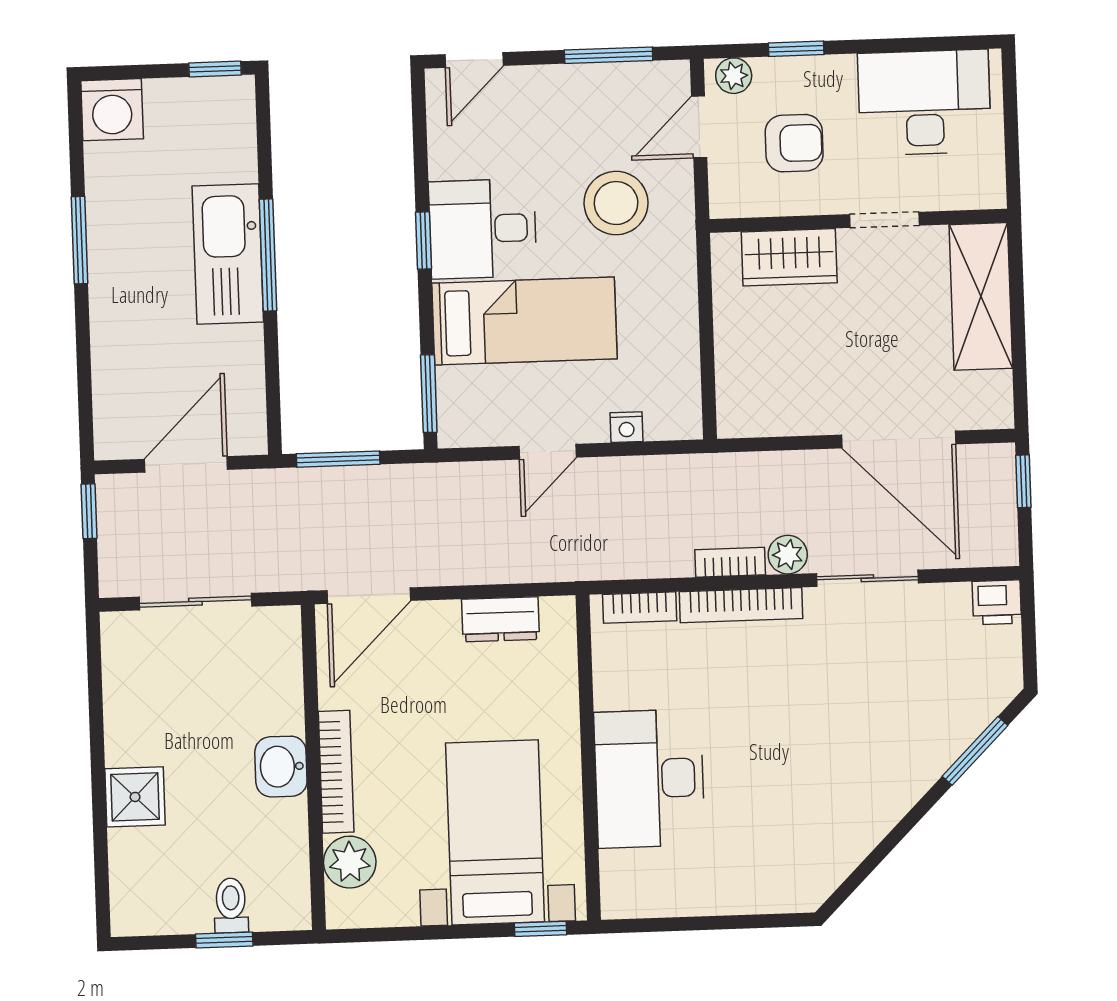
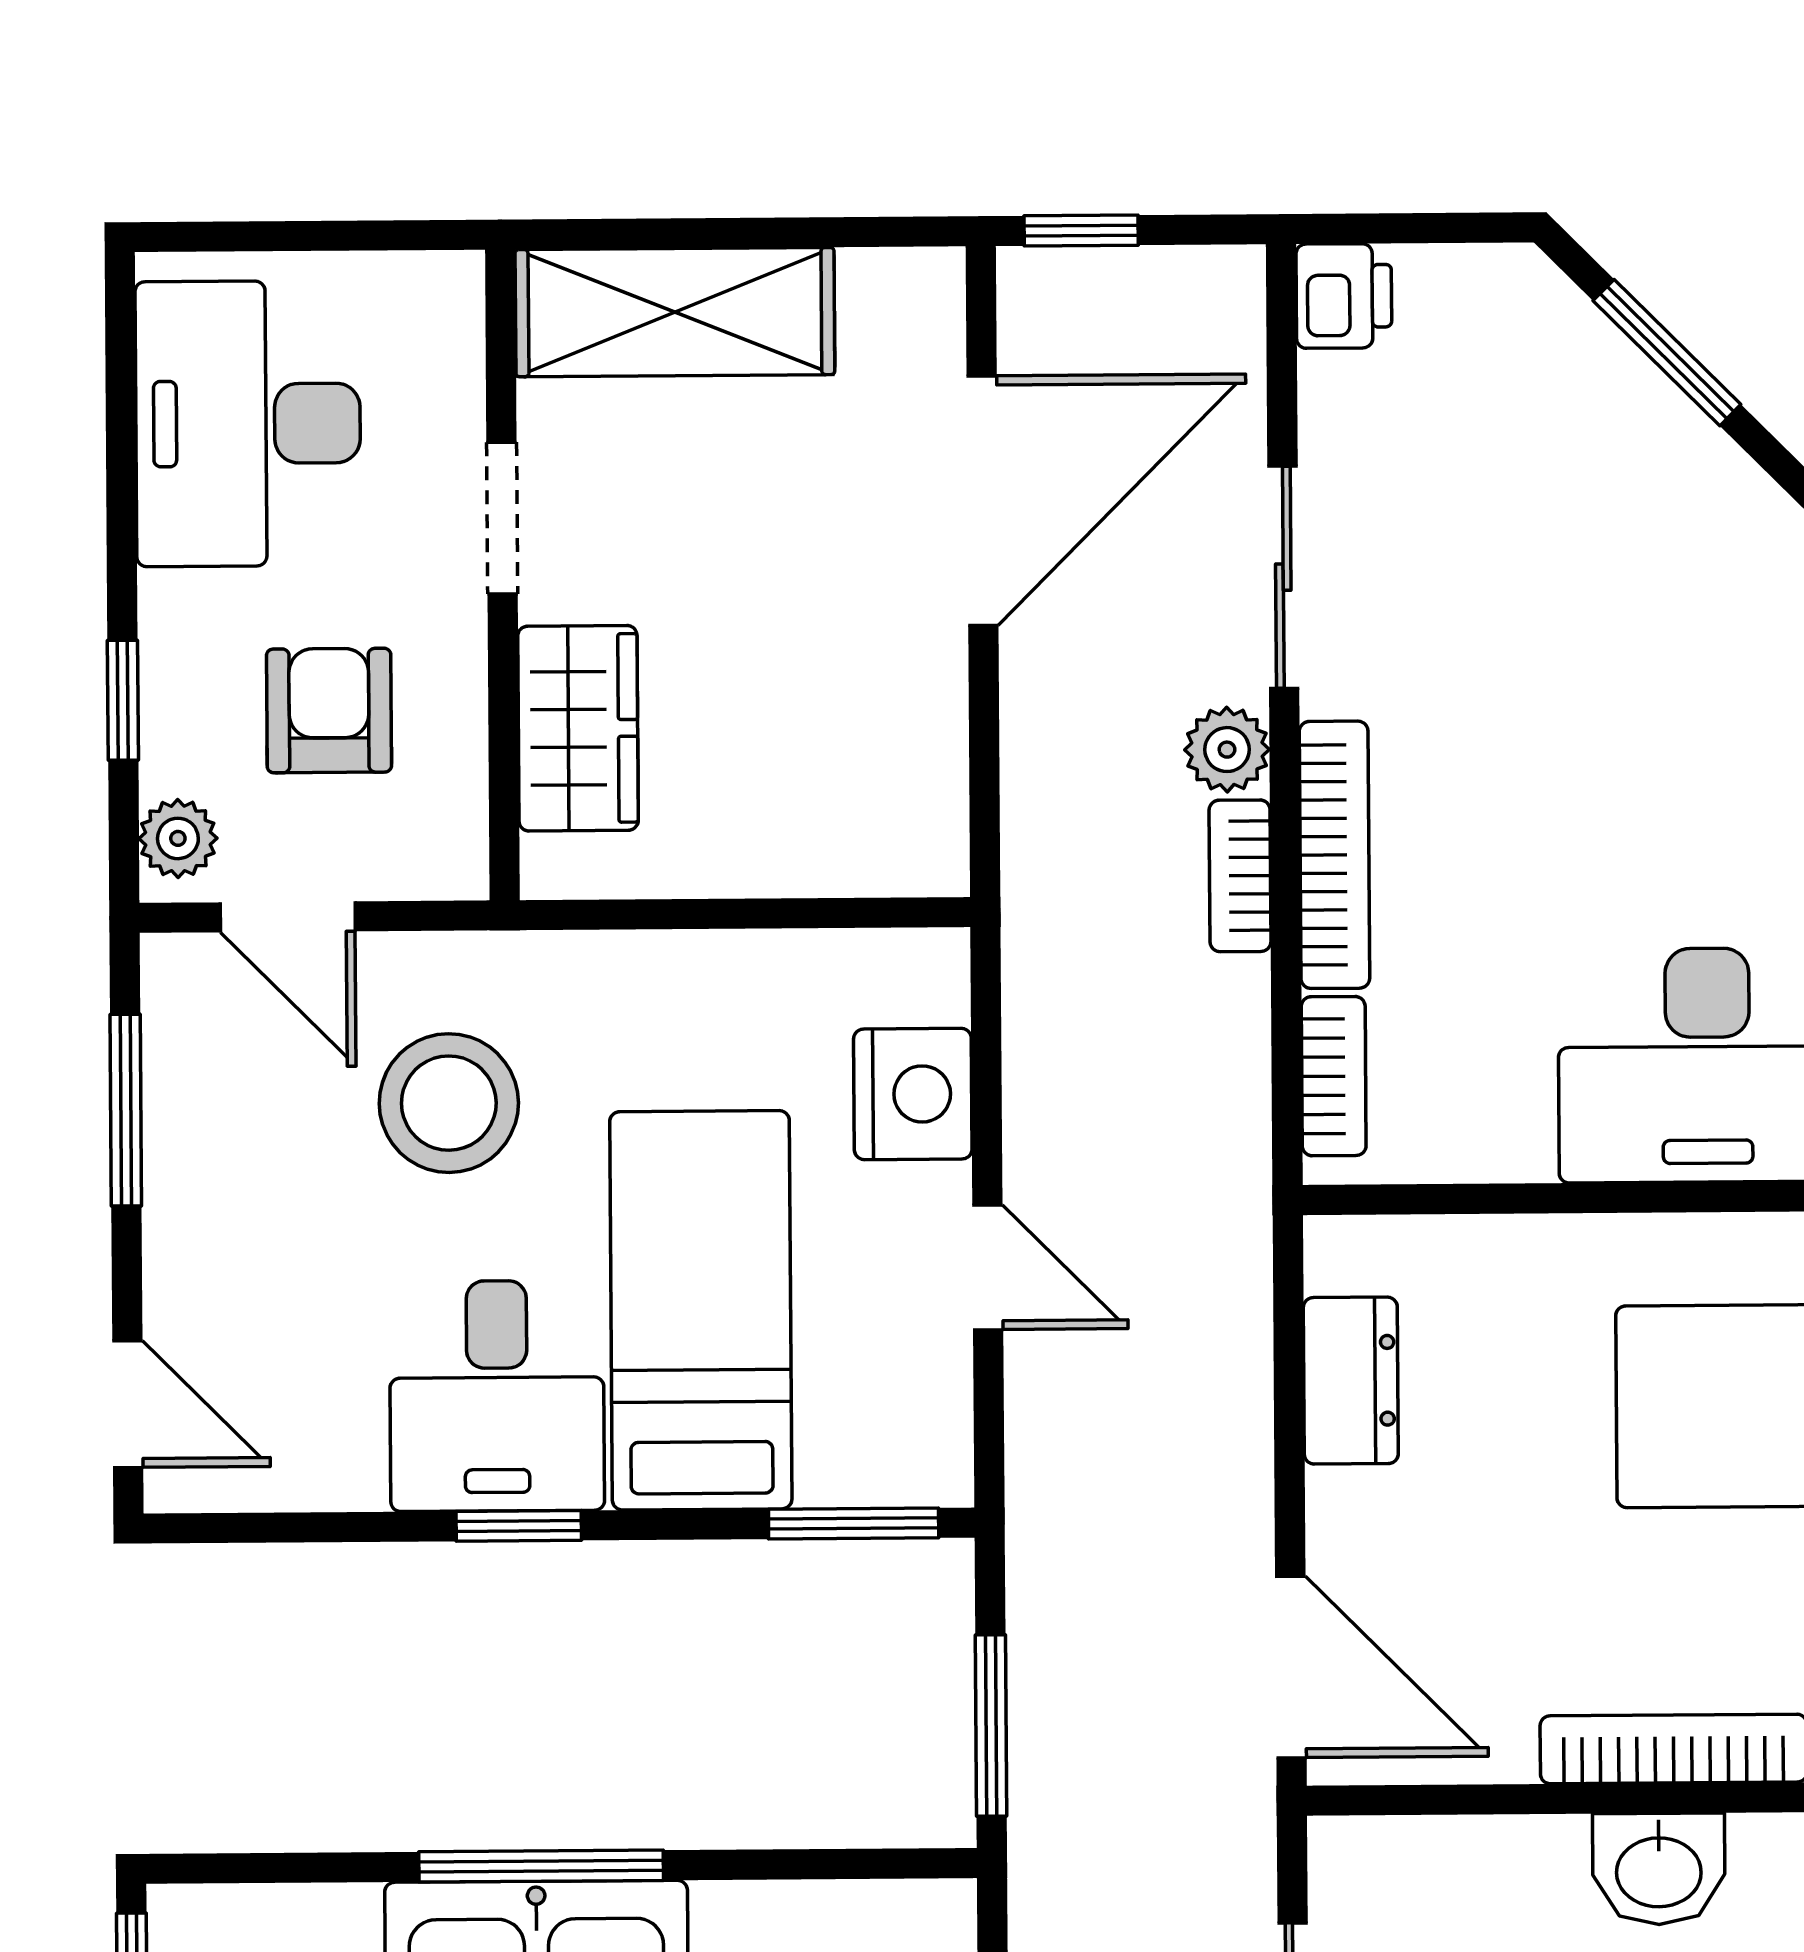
nightstand: (626, 427) -> (913, 1094), width x1.89, depth x1.79

